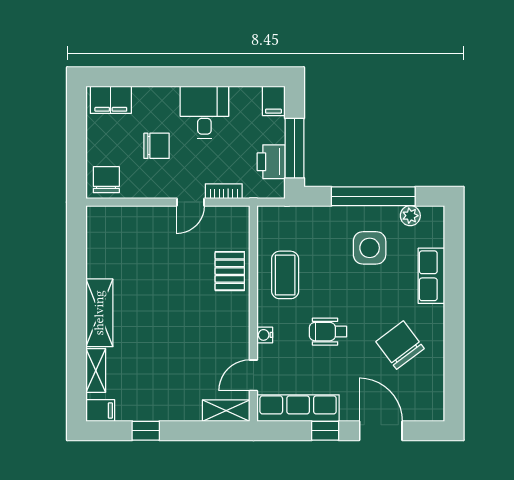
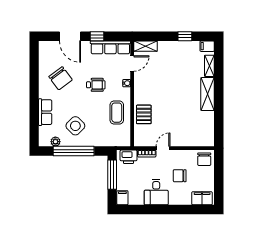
printer: (271, 162) -> (129, 157), moved, turned 90
side table: (370, 248) -> (75, 126), turned 45

